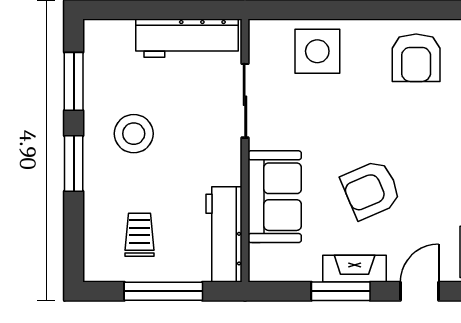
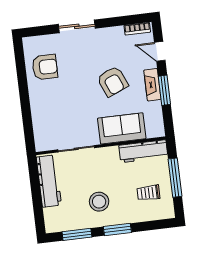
side table: (317, 51) -> (48, 116), removed

